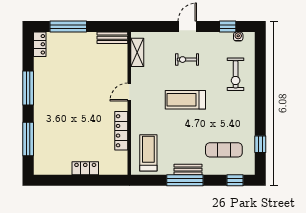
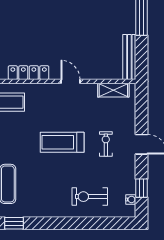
bench: (112, 38) -> (129, 57), width x1.36
treadmill: (185, 100) -> (62, 142), turned -90

